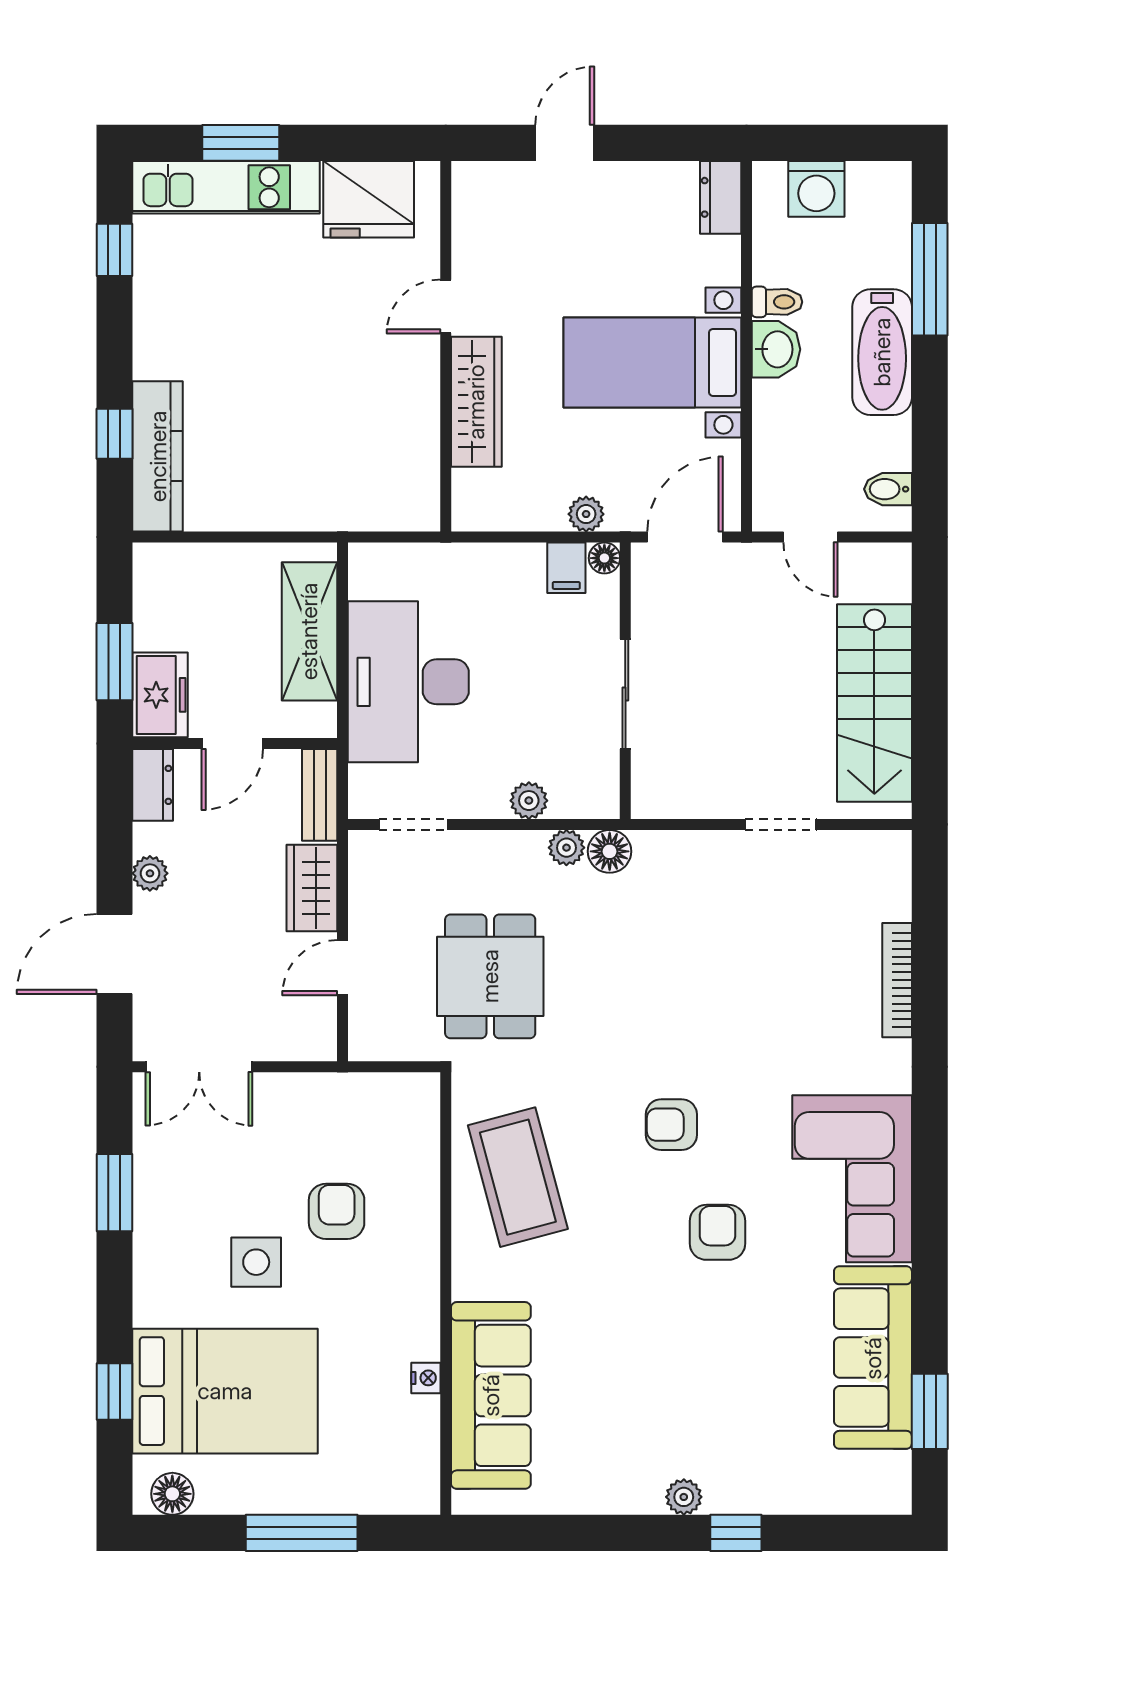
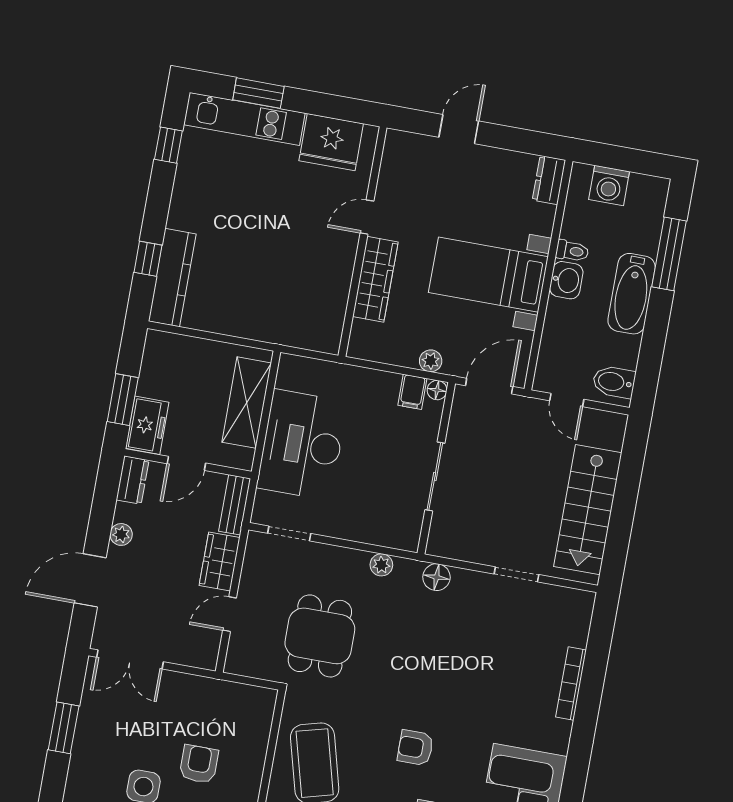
bidet: (888, 489) -> (614, 382), width x1.38, depth x1.36
plant: (529, 801) -> (363, 532), removed
floor lamp: (610, 851) -> (436, 577), moved

